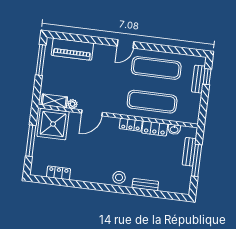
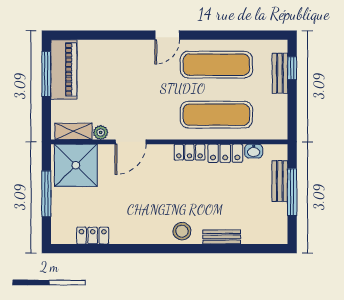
piano: (72, 49) -> (64, 69), moved, turned -90

